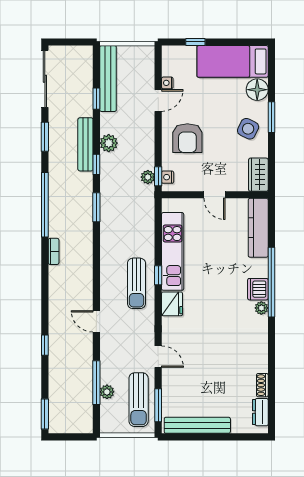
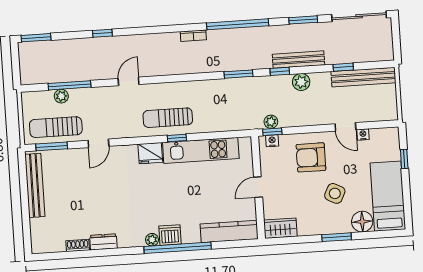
side table: (248, 129) -> (335, 193), moved
dresser: (260, 412) -> (103, 242), moved

